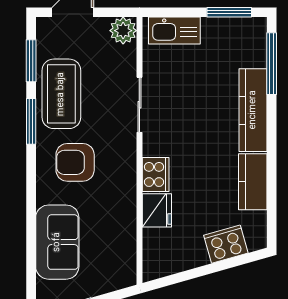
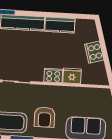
cooker: (226, 244) -> (94, 52), moved

